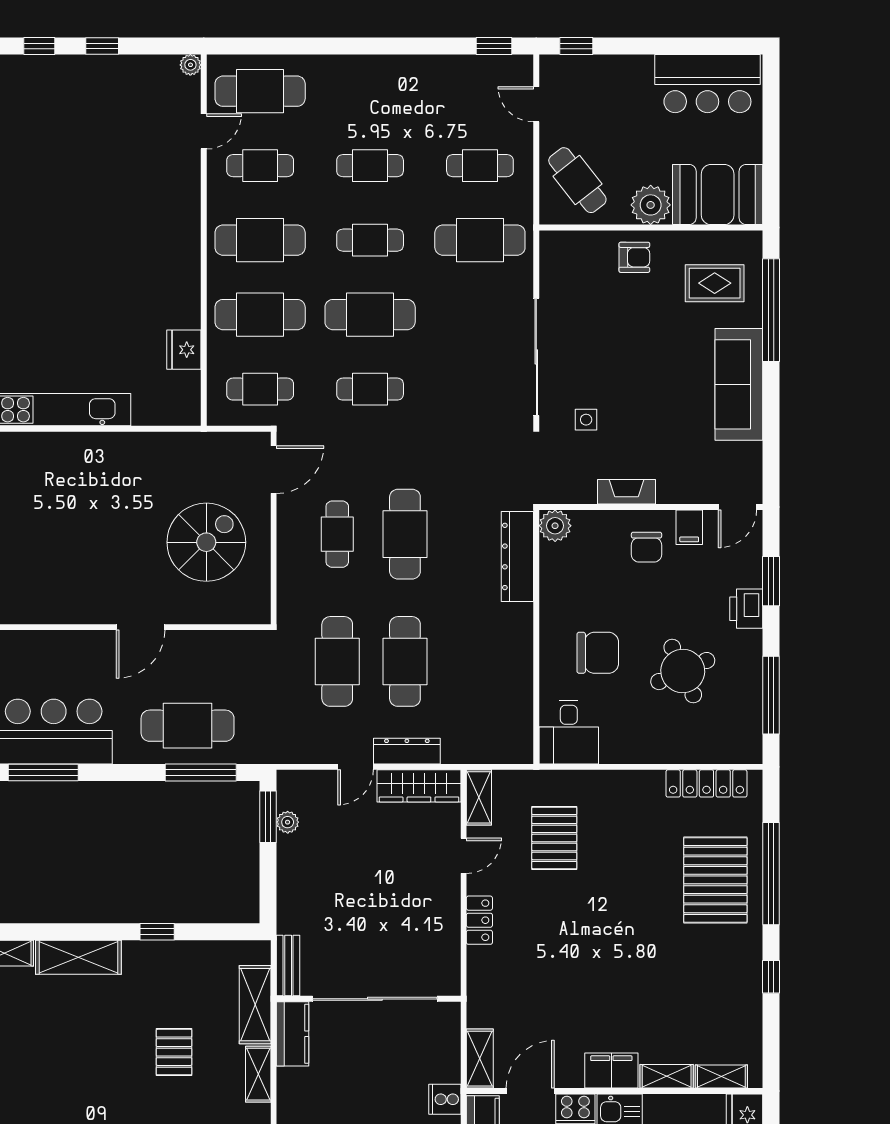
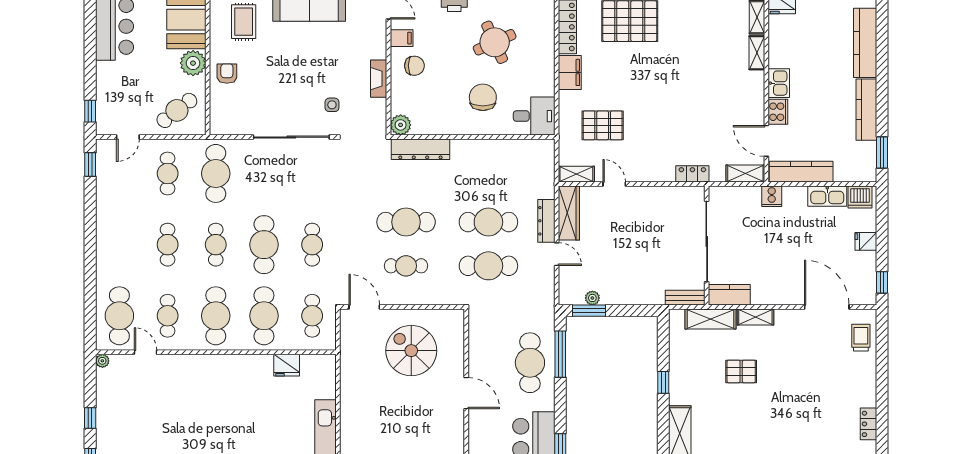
locker: (479, 920) -> (692, 174), moved
filing cabinet: (611, 1071) -> (570, 72), moved, turned 180

